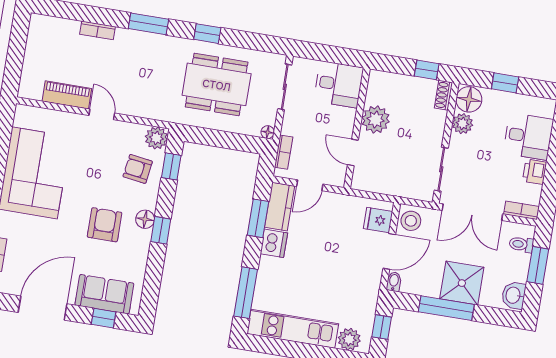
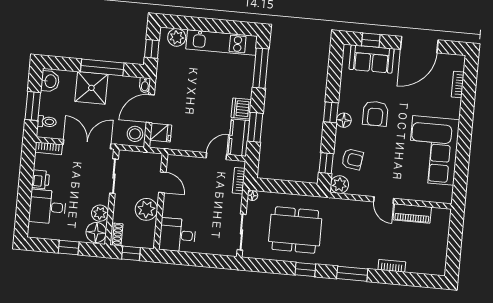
desk: (339, 84) -> (177, 235), moved
plant: (376, 120) -> (146, 209), moved
wall: (357, 128) -> (161, 202), moved
door: (353, 152) -> (162, 182), moved

